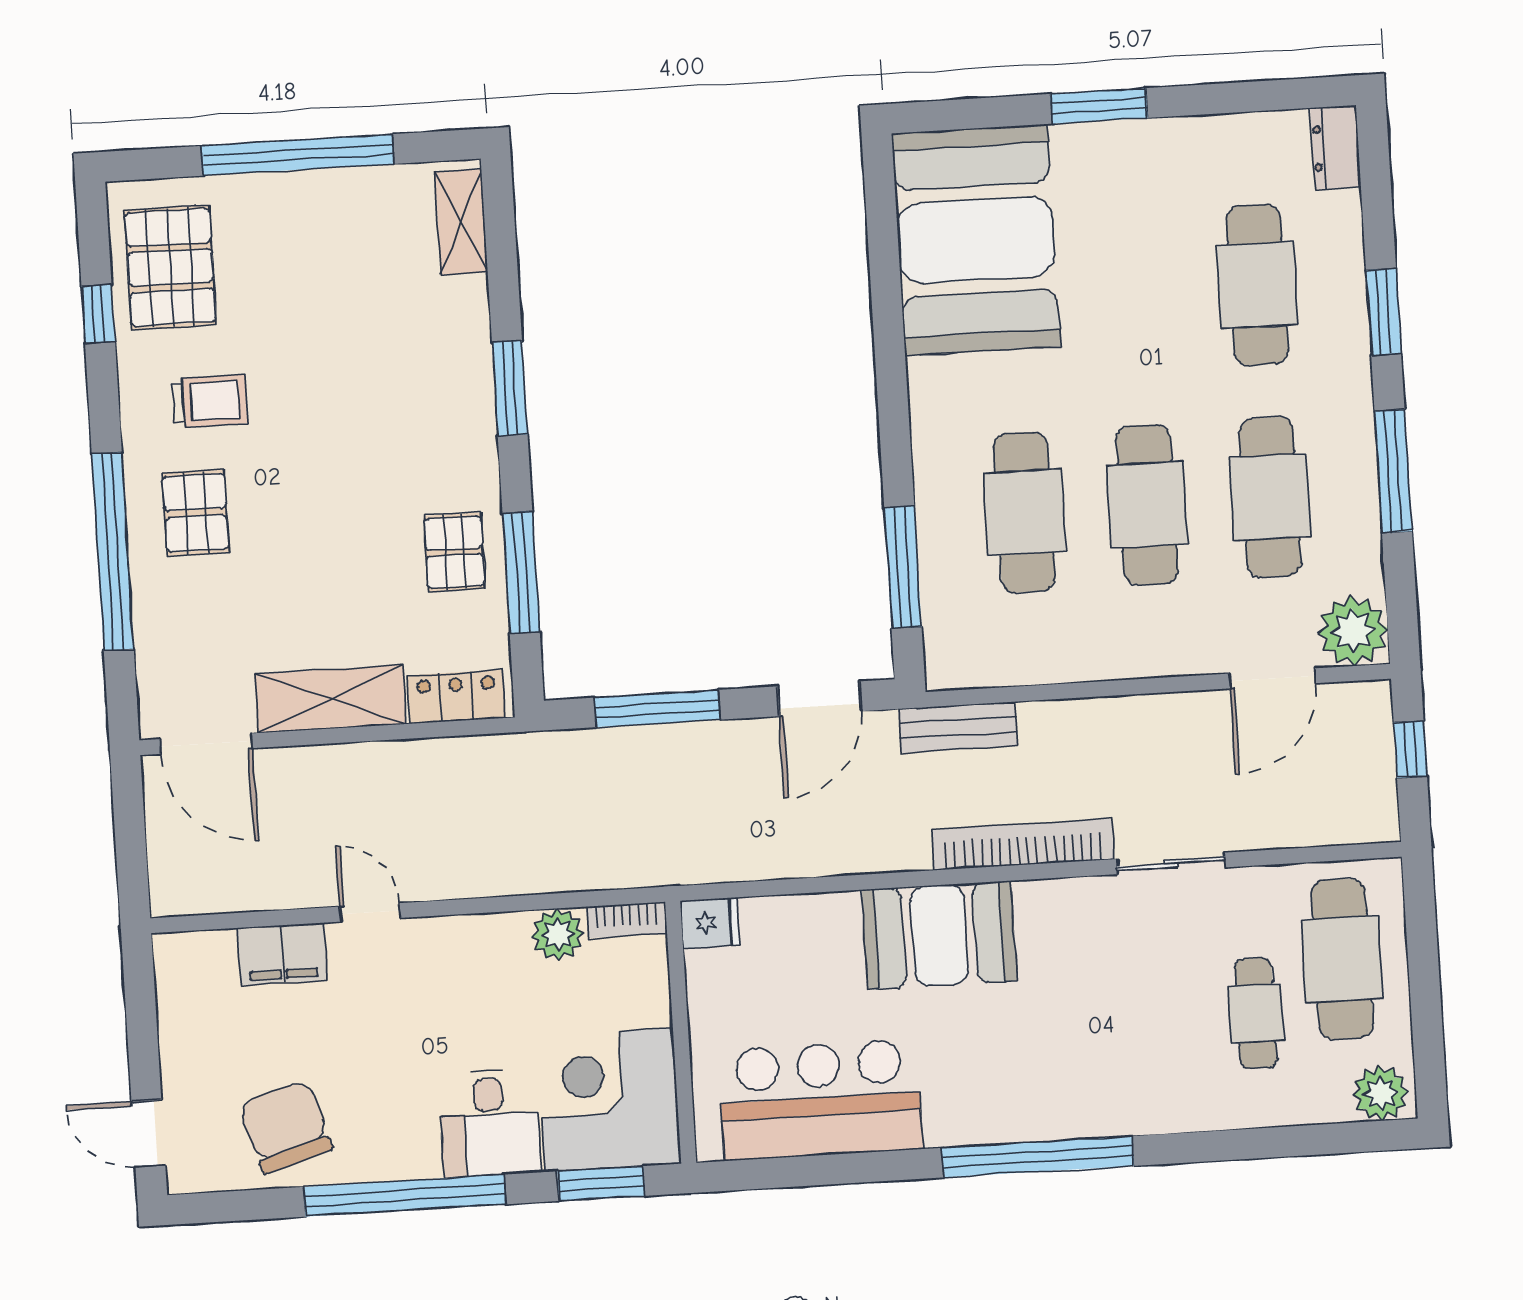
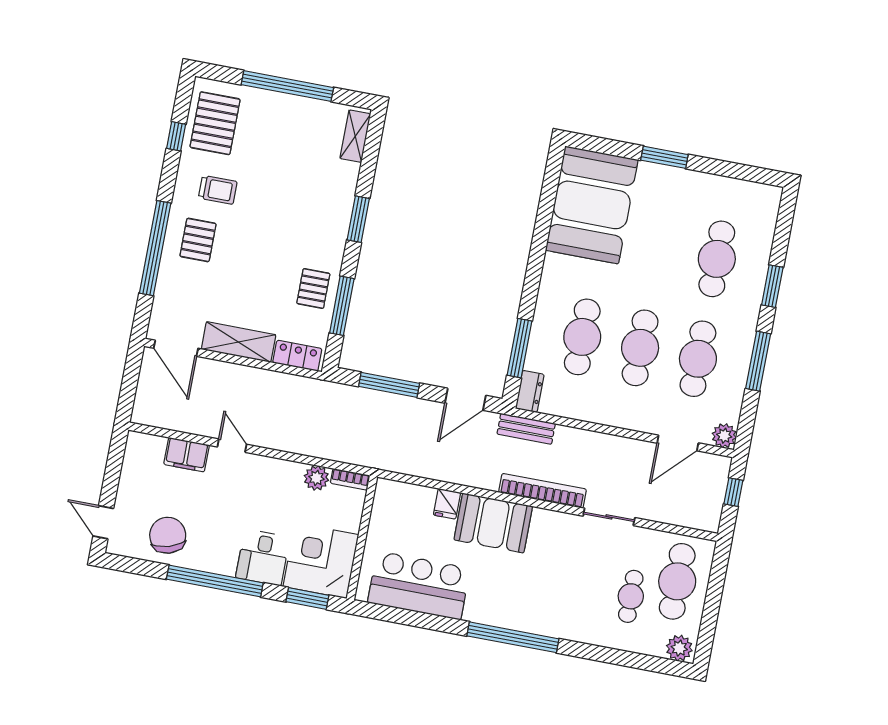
dresser: (1336, 147) -> (530, 392), moved, turned 180
plant: (1353, 631) -> (724, 436), width x0.73, depth x0.73
fridge: (710, 923) -> (447, 504), moved, turned 90

